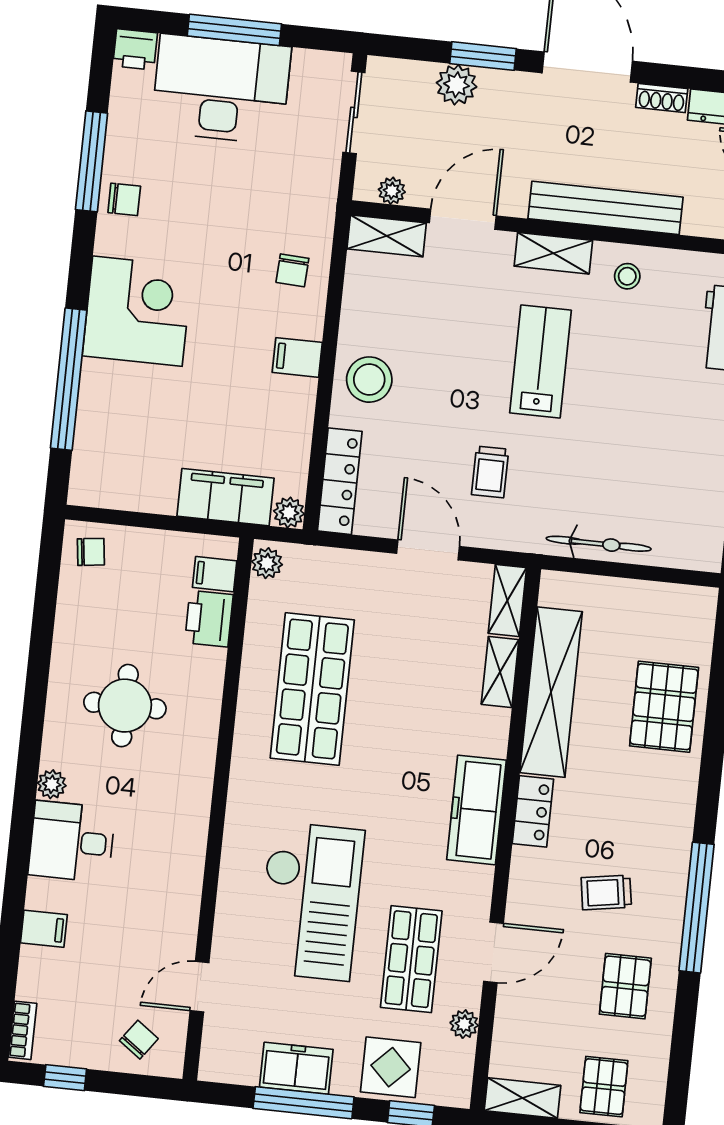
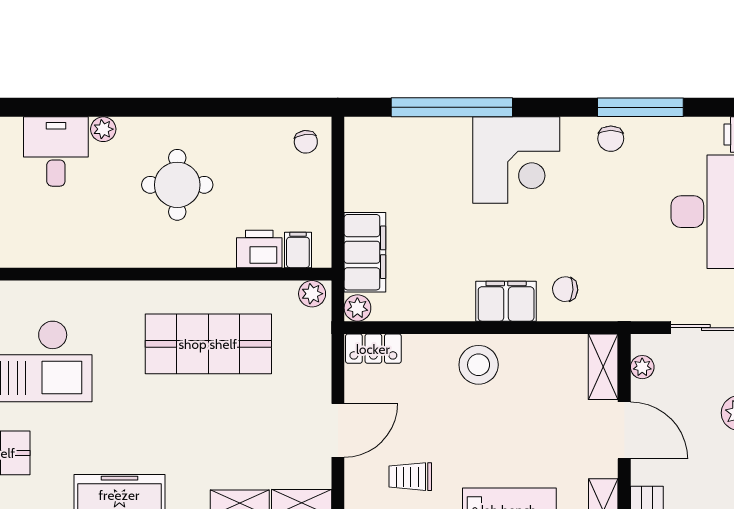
filing cabinet: (297, 357) -> (506, 301), width x2.00
locker: (340, 481) -> (373, 349), width x0.66

